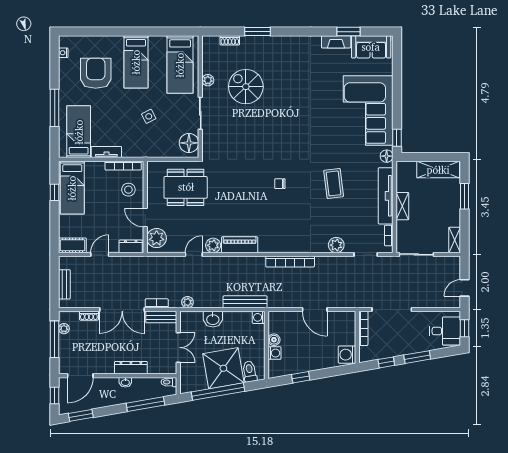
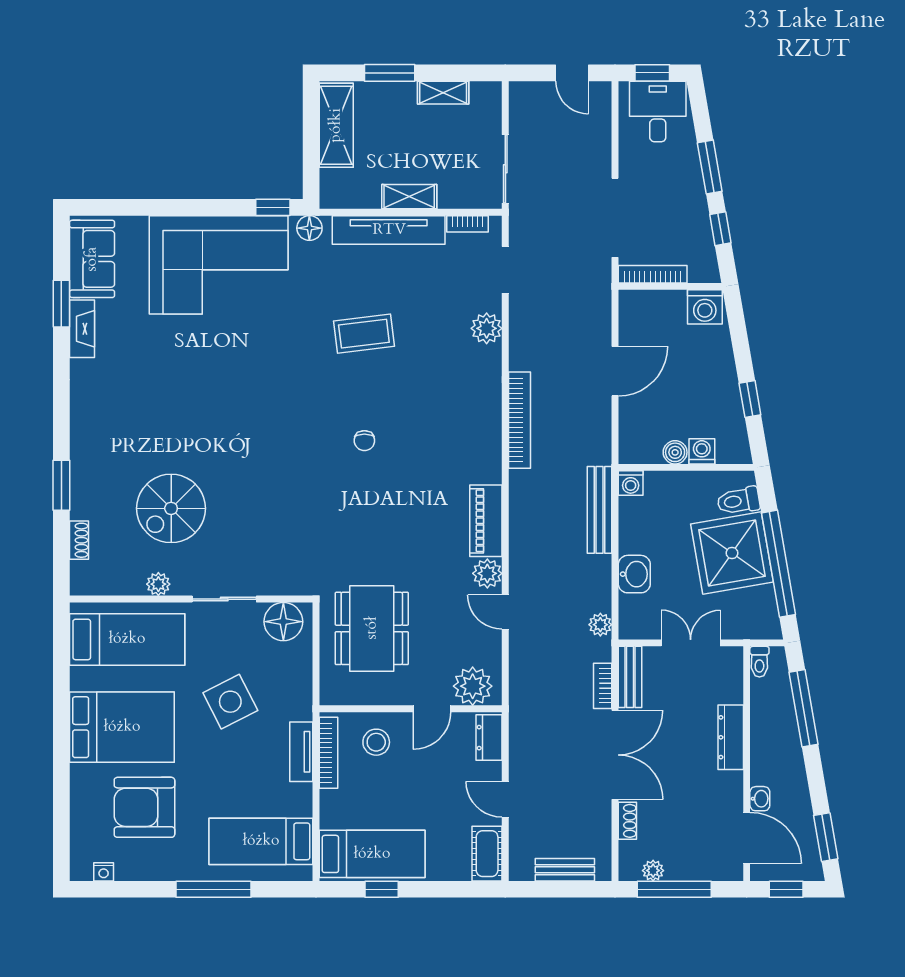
bed: (136, 62) -> (122, 727), width x1.50
side table: (149, 116) -> (230, 702), width x1.87, depth x1.87
tv unit: (106, 152) -> (301, 752), moved
shelving: (455, 240) -> (443, 93), moved
washbasin: (125, 382) -> (760, 799), moved

